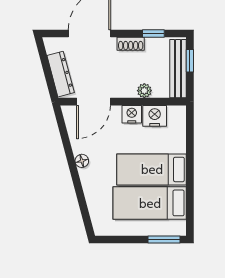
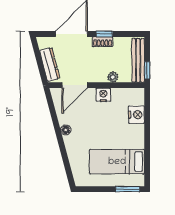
window: (153, 34) -> (104, 34), moved
window: (190, 61) -> (147, 70), moved
nightstand: (155, 116) -> (136, 115), moved, turned 90
bed: (152, 169) -> (118, 136), removed

